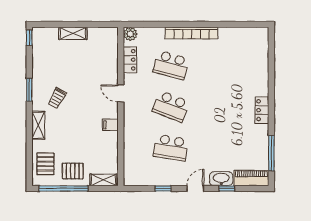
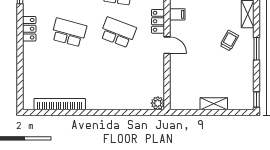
bookcase: (191, 33) -> (60, 104), moved
locker: (130, 60) -> (158, 21), moved
school desk: (171, 65) -> (69, 32), moved

